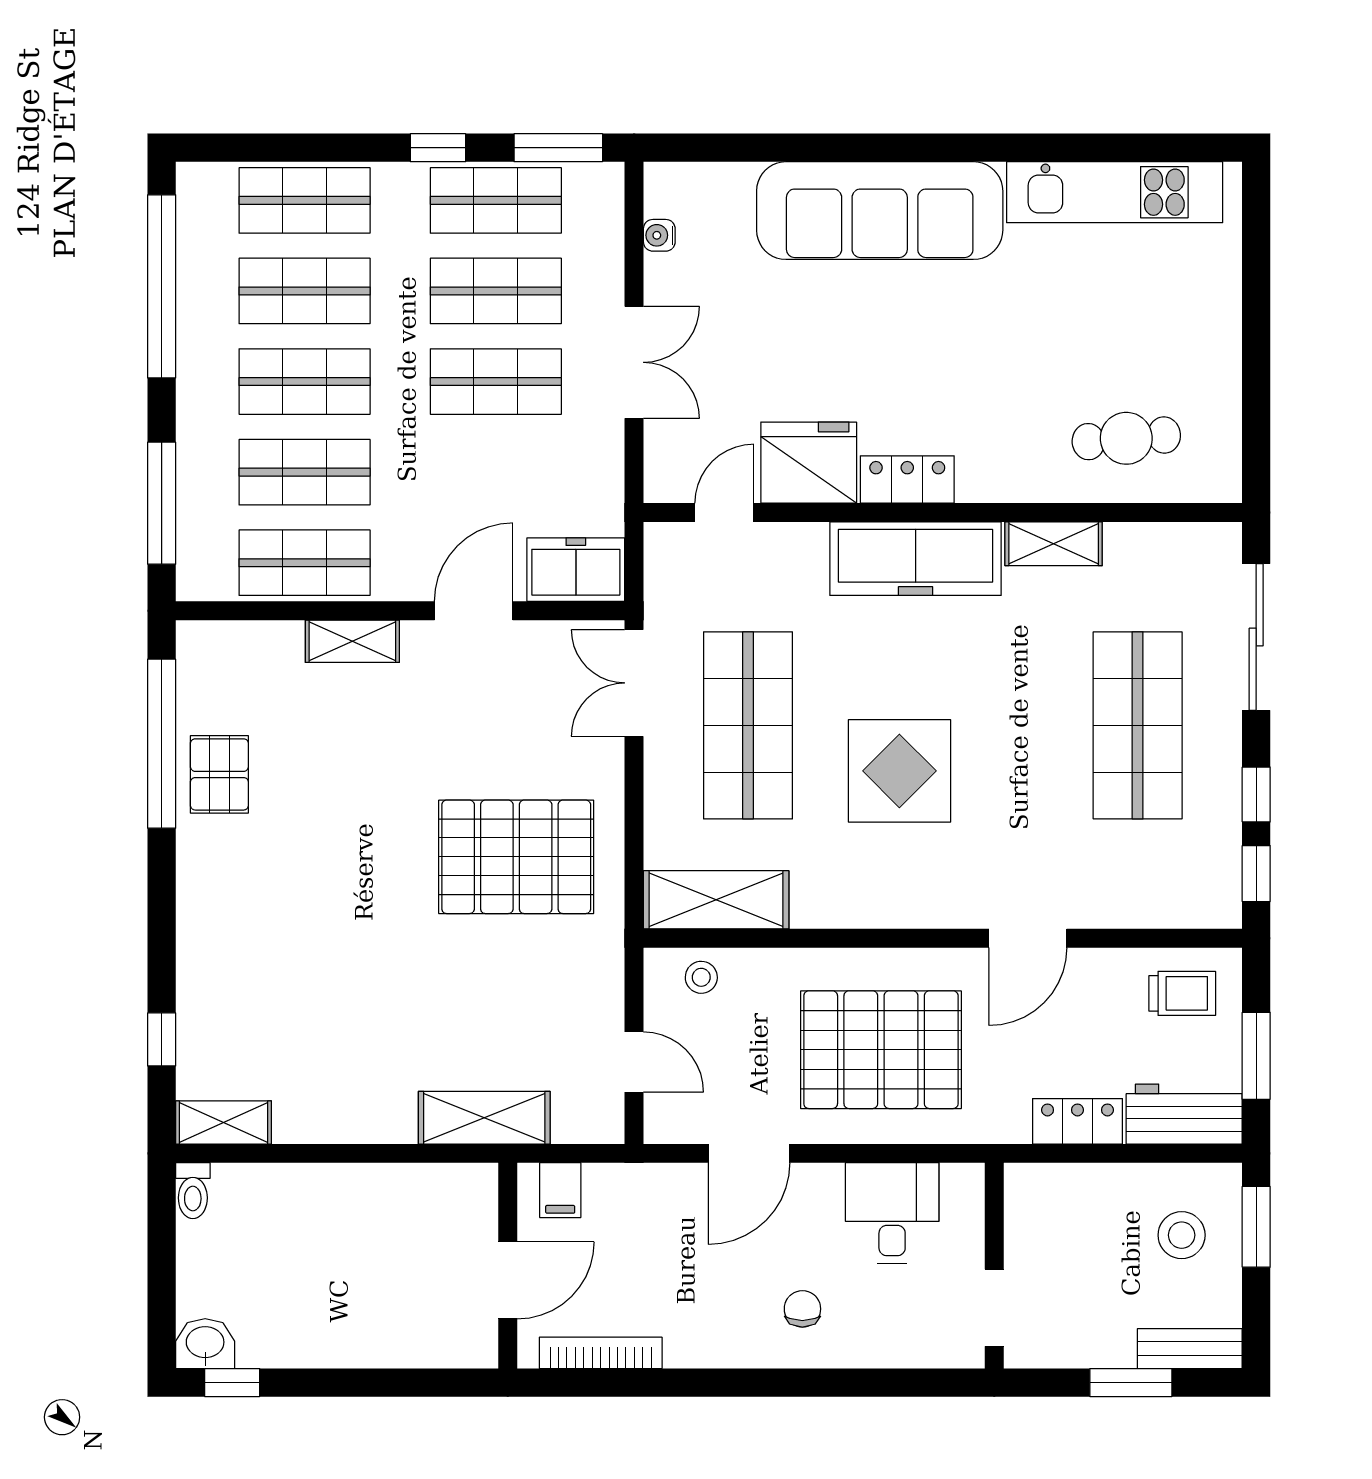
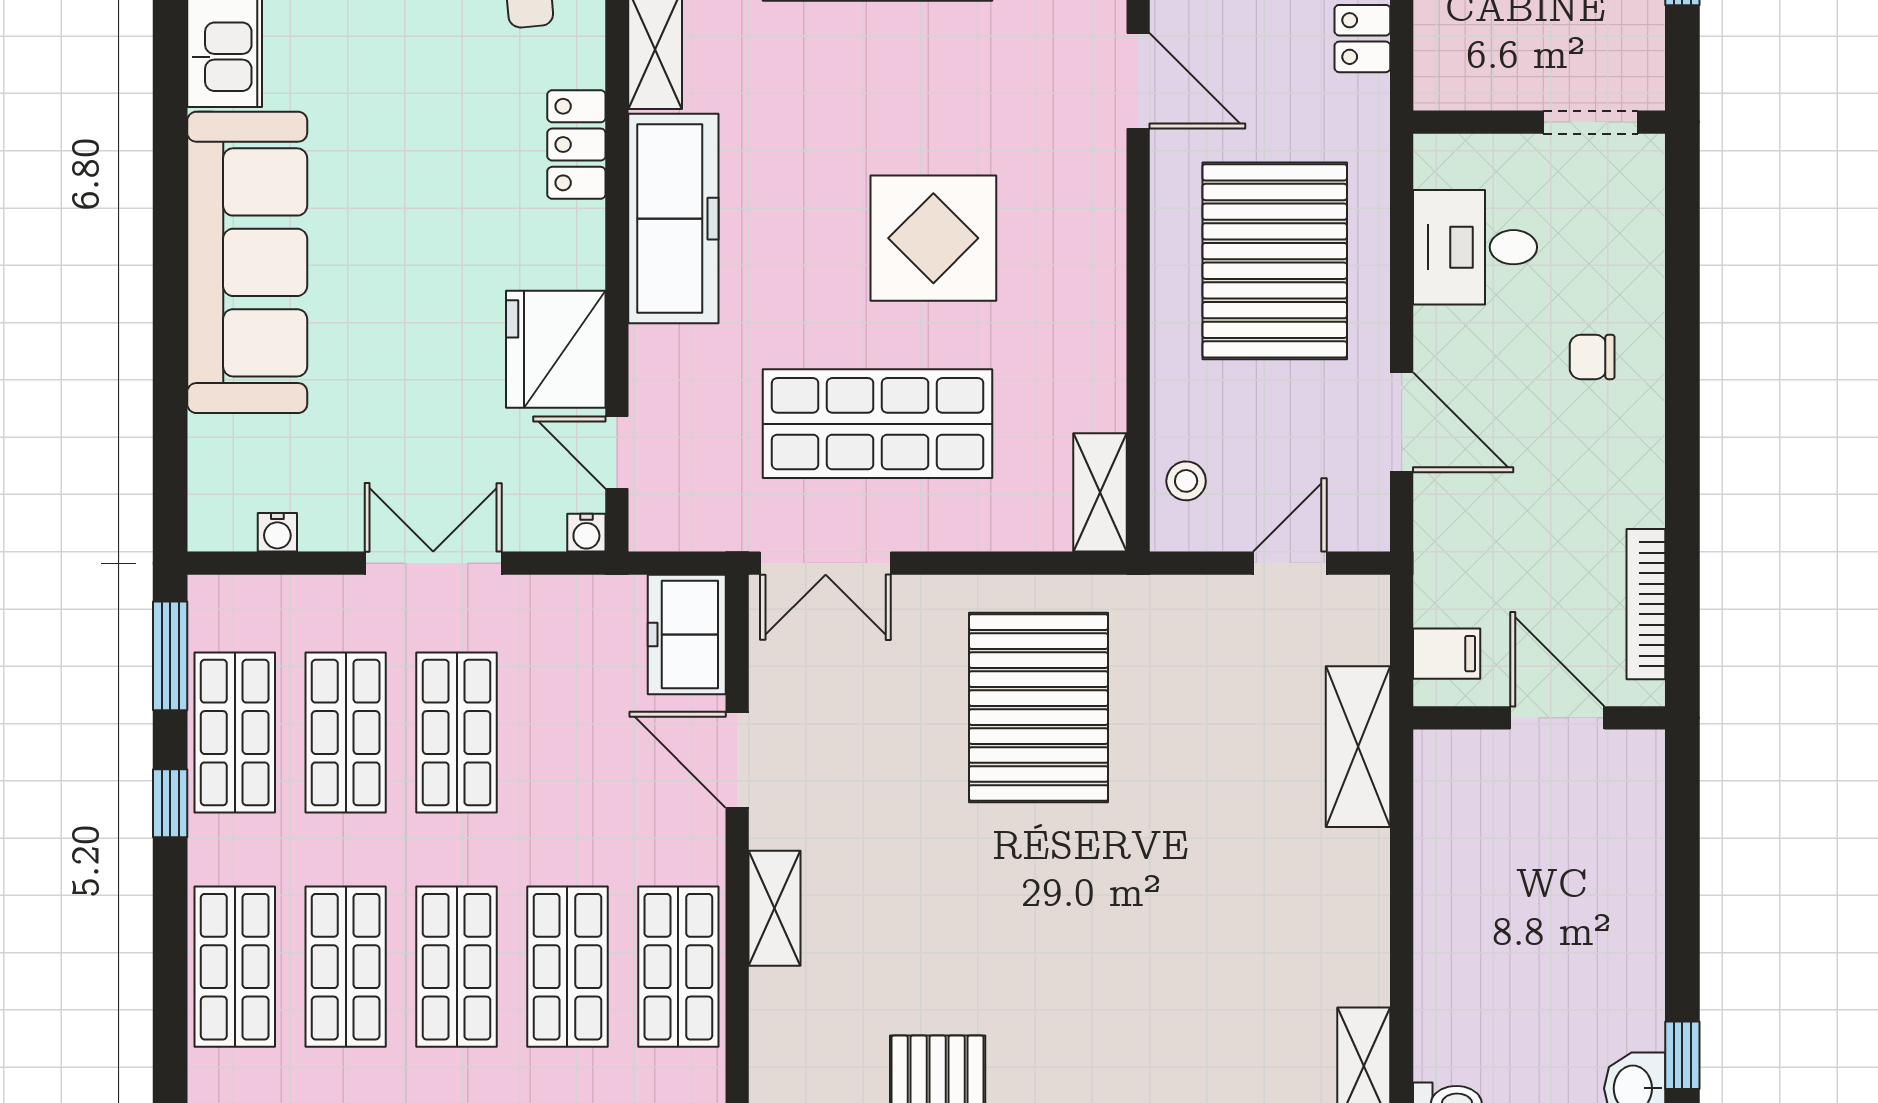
locker: (907, 479) -> (576, 145), moved
water cooler: (659, 488) -> (586, 533), added
shelving: (716, 900) -> (1100, 492), width x0.67, depth x0.75

